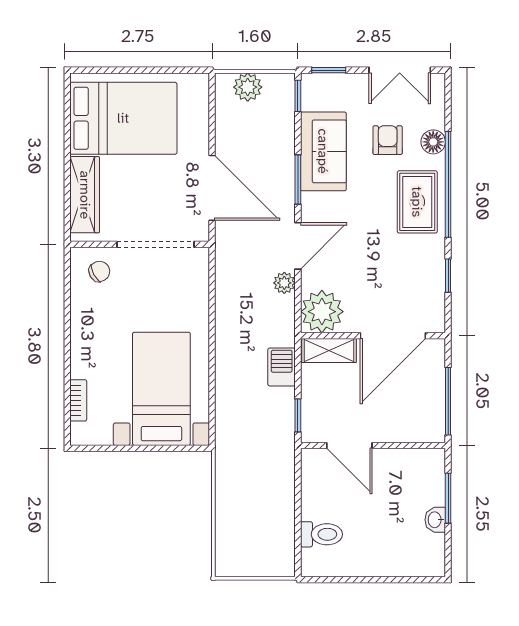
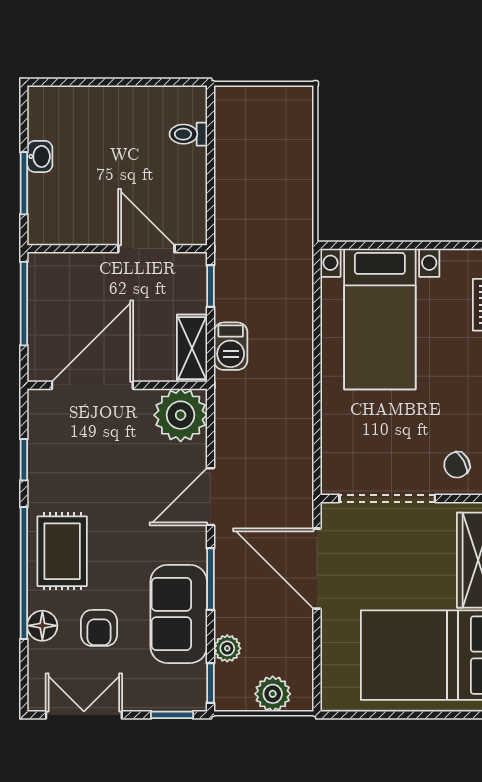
plant: (284, 283) -> (227, 648), moved
shelving: (329, 350) -> (192, 348), moved, turned 90
toilet: (321, 534) -> (188, 134), width x0.73, depth x0.72

